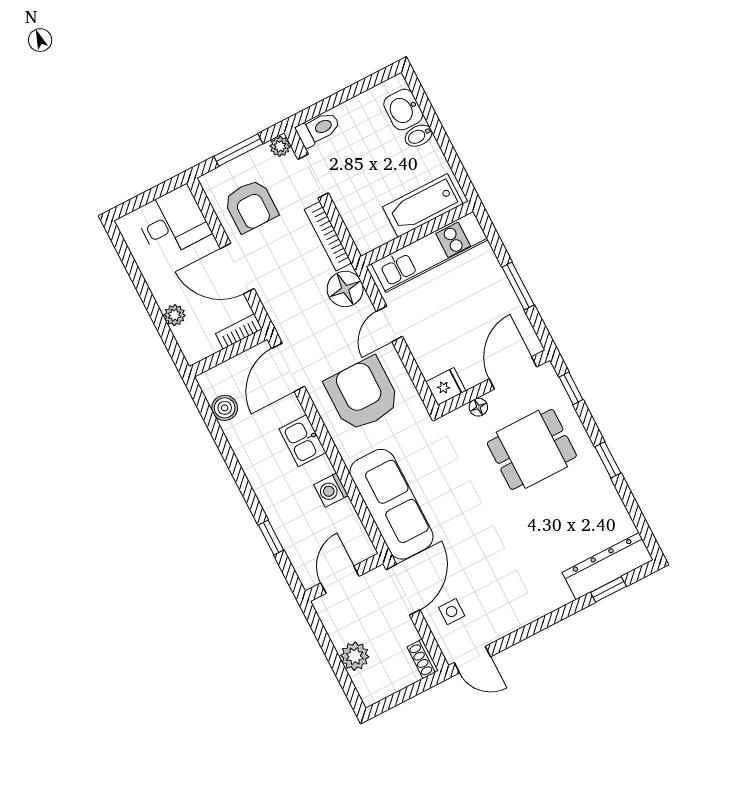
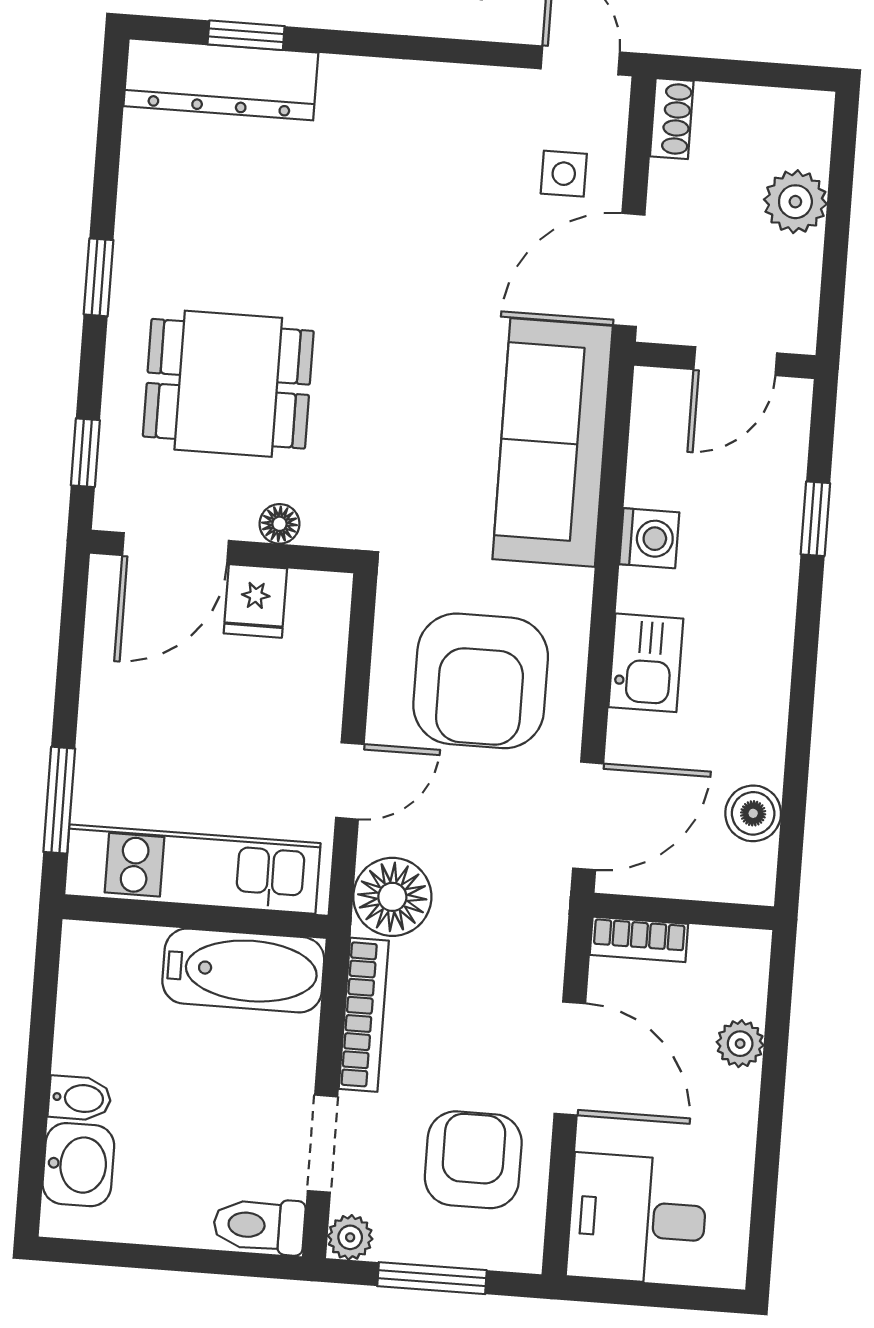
bathtub: (423, 205) -> (243, 970), moved
window: (518, 286) -> (59, 800), moved
fridge: (446, 386) -> (255, 601), moved, turned -90

